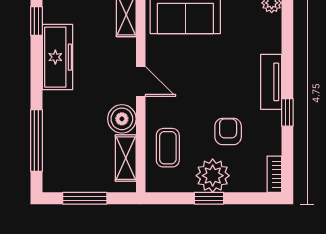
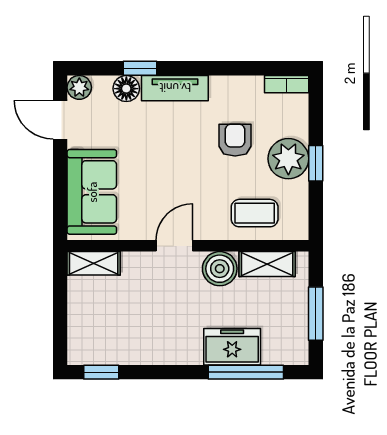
floor lamp: (271, 42) -> (126, 89), added
freezer: (57, 57) -> (232, 347), moved, width x0.71
window: (287, 112) -> (140, 68), moved
armchair: (228, 132) -> (235, 140), turned 90

